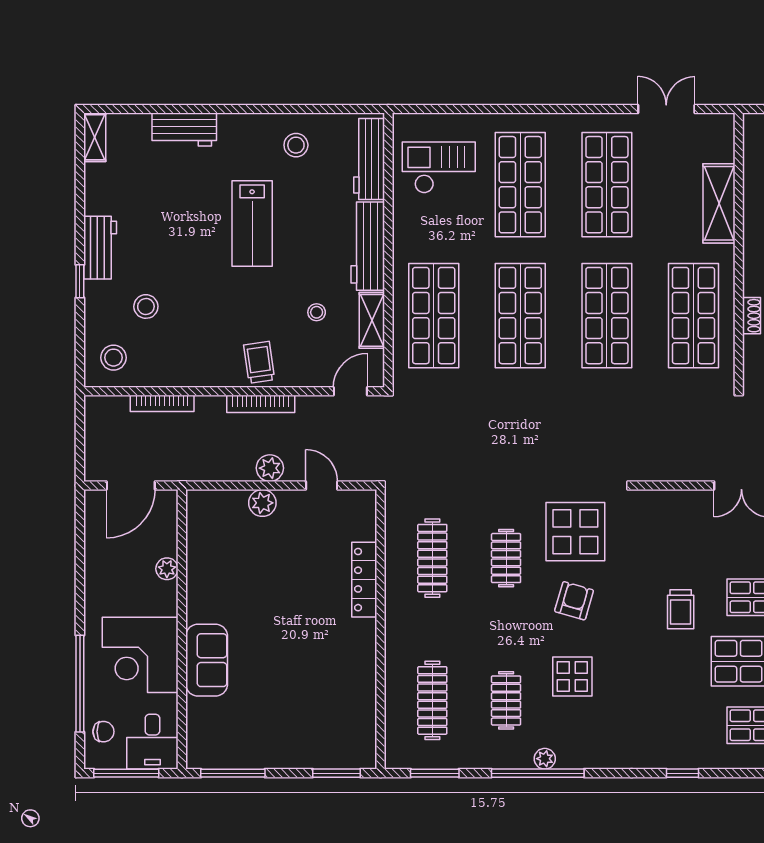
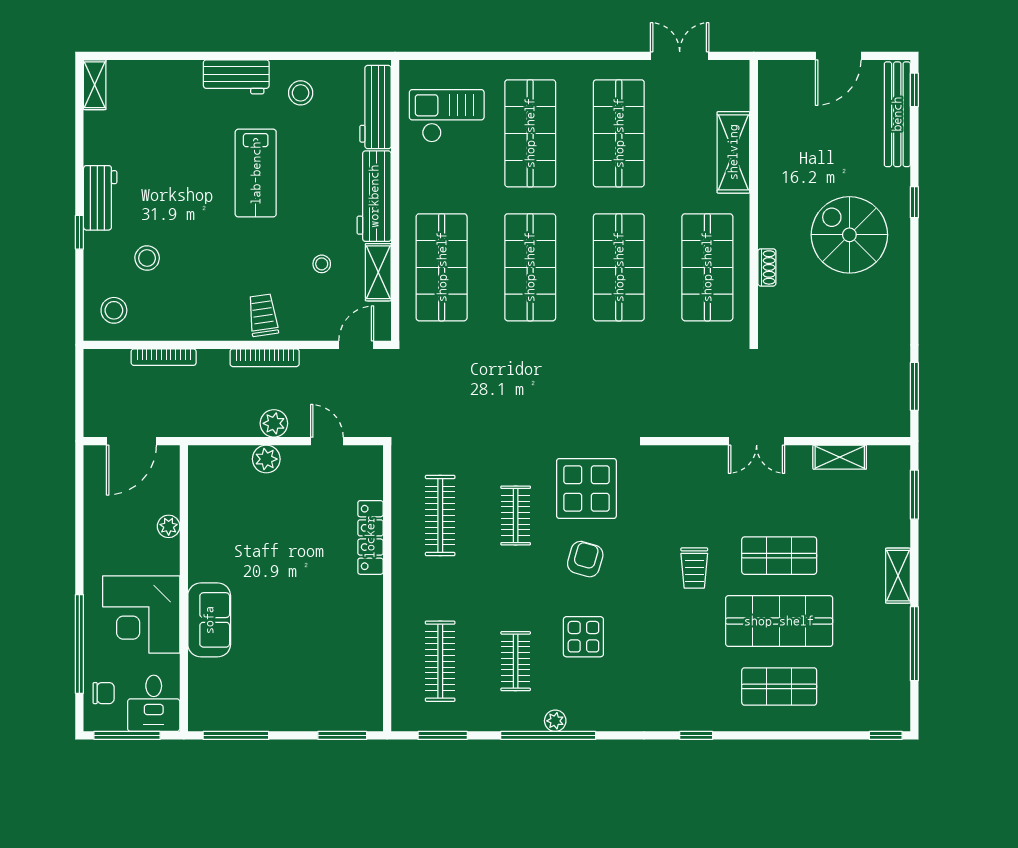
workbench: (184, 129) -> (236, 77), moved

